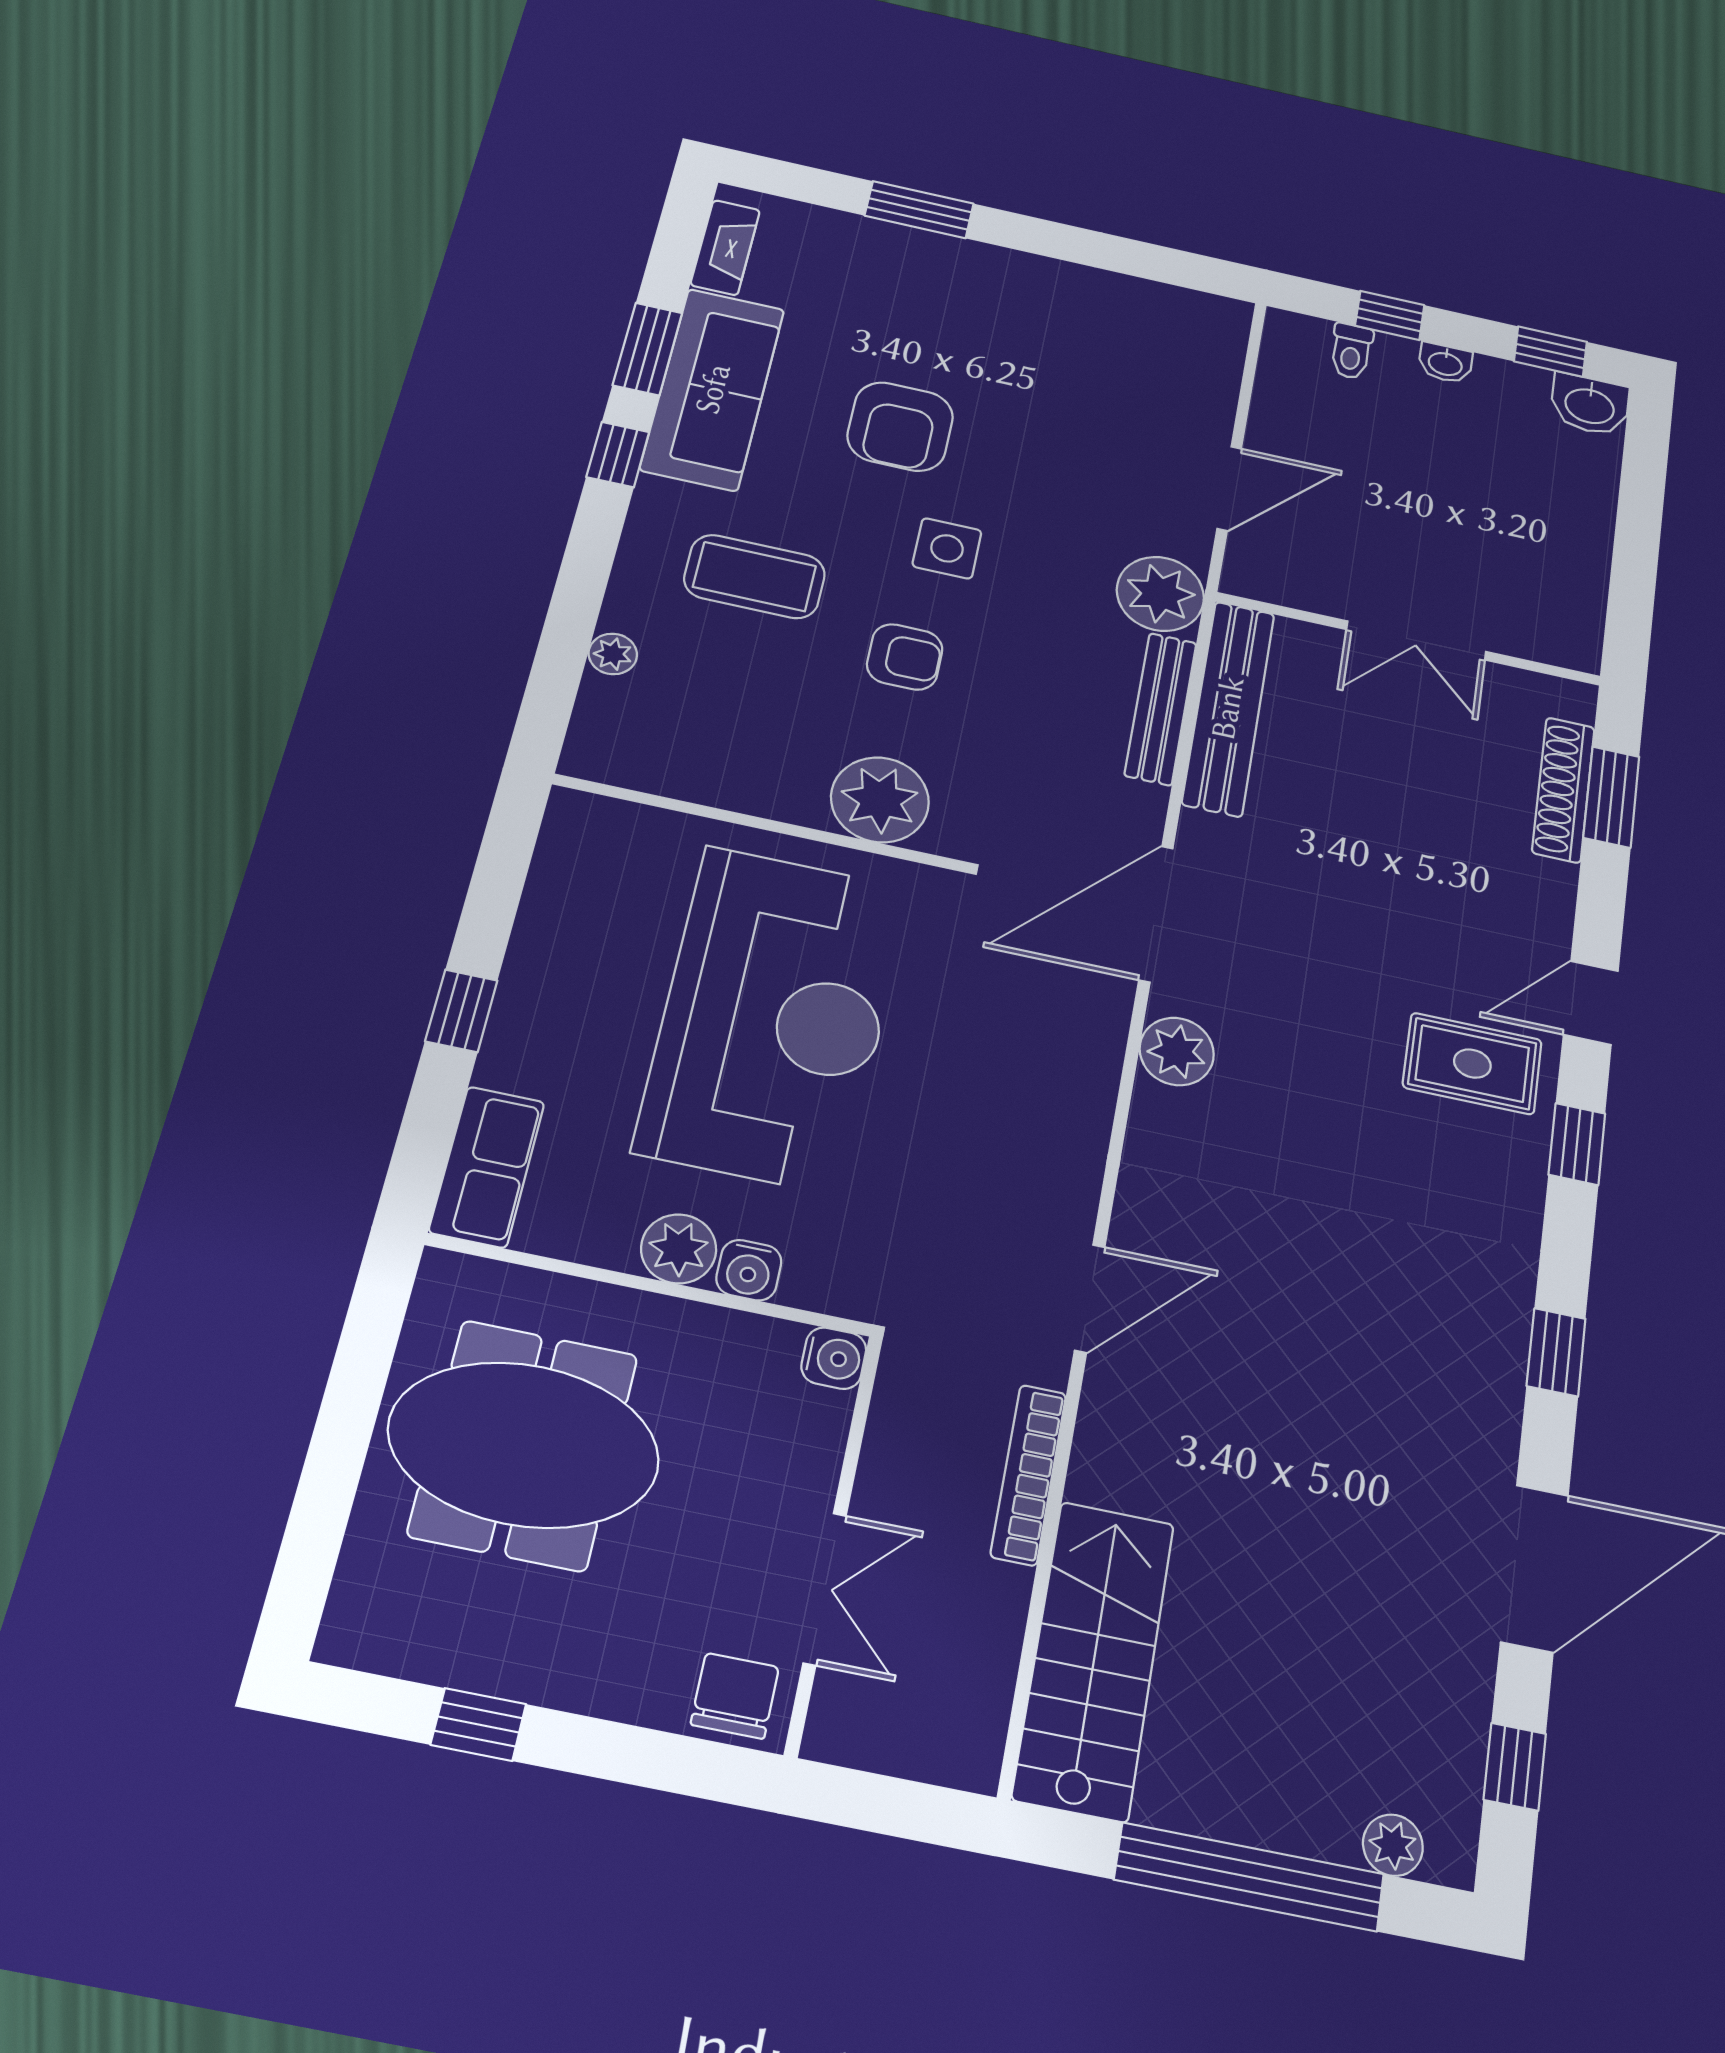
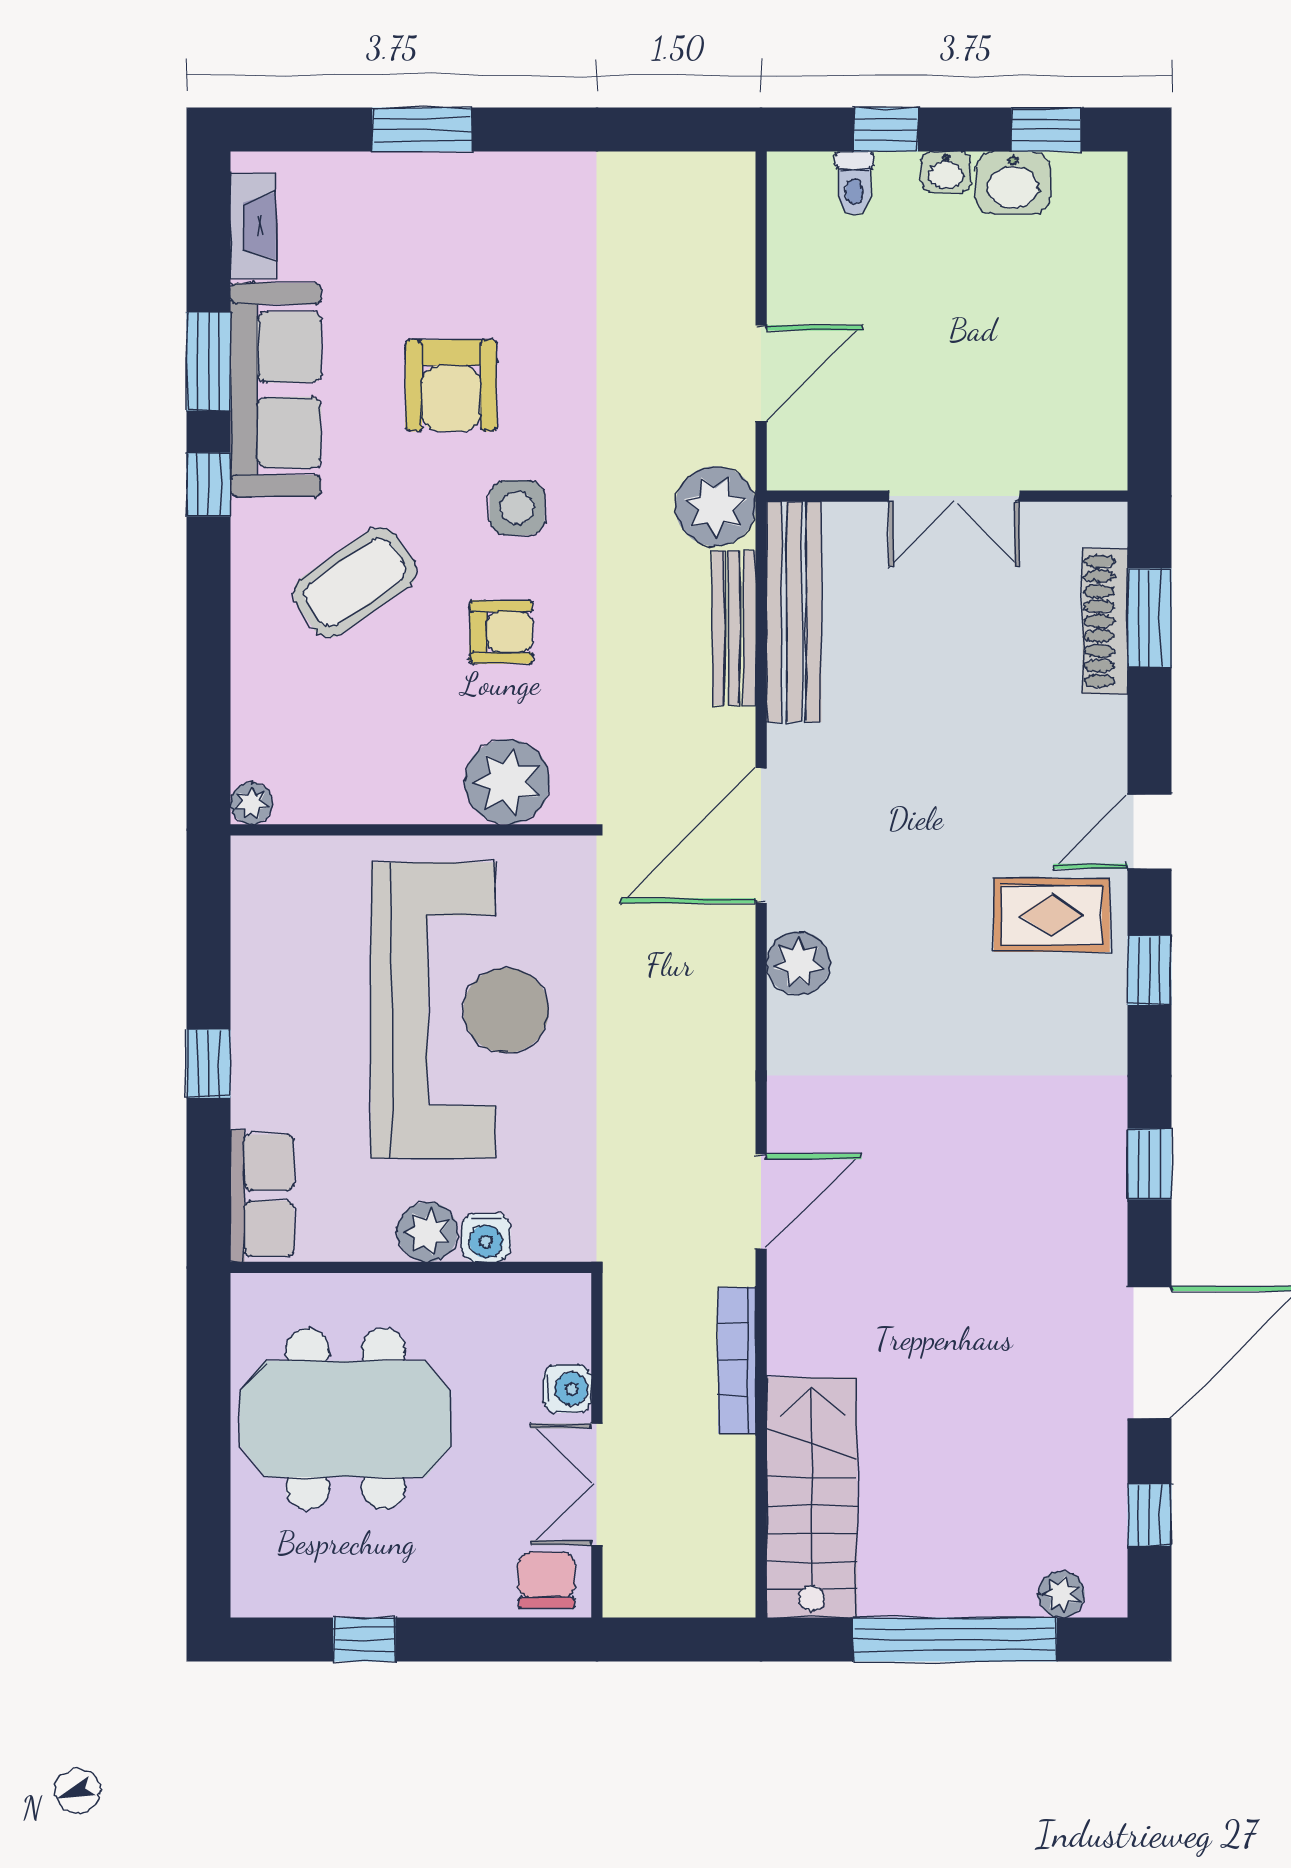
washbasin: (1590, 405) -> (1013, 183), moved
coffee table: (754, 577) -> (355, 582), turned -35
plant: (613, 654) -> (251, 803), moved
water cooler: (834, 1358) -> (567, 1389), moved
double door: (825, 1589) -> (597, 1484), swing flipped

